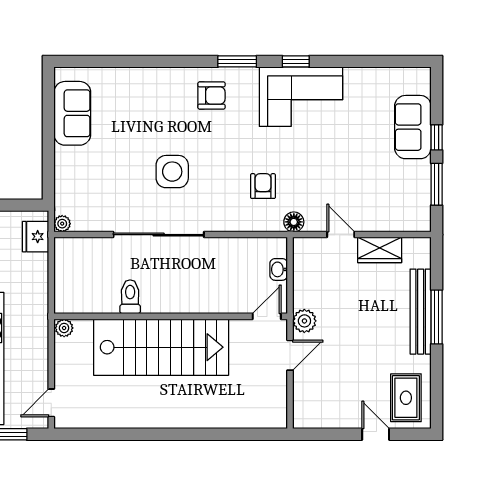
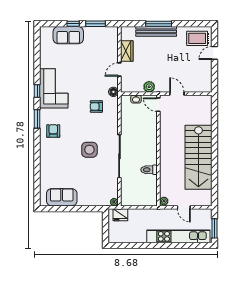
plant: (304, 321) -> (149, 87), moved
stairs: (161, 347) -> (198, 157), moved, turned 180
door: (51, 403) -> (184, 207), moved

